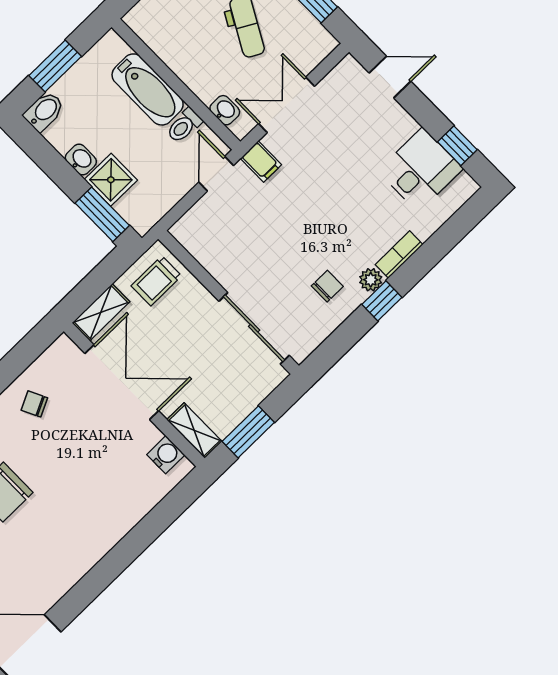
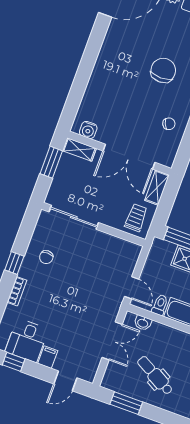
filing cabinet: (261, 161) -> (48, 357), moved, turned 90
plant: (371, 280) -> (25, 271), removed

